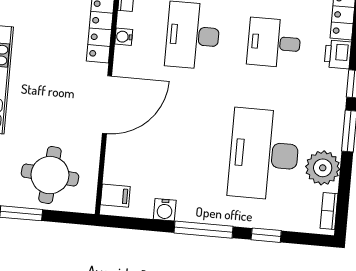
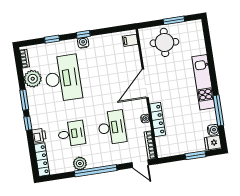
water cooler: (165, 210) -> (83, 43), moved
window: (203, 230) -> (83, 34), width x0.46

